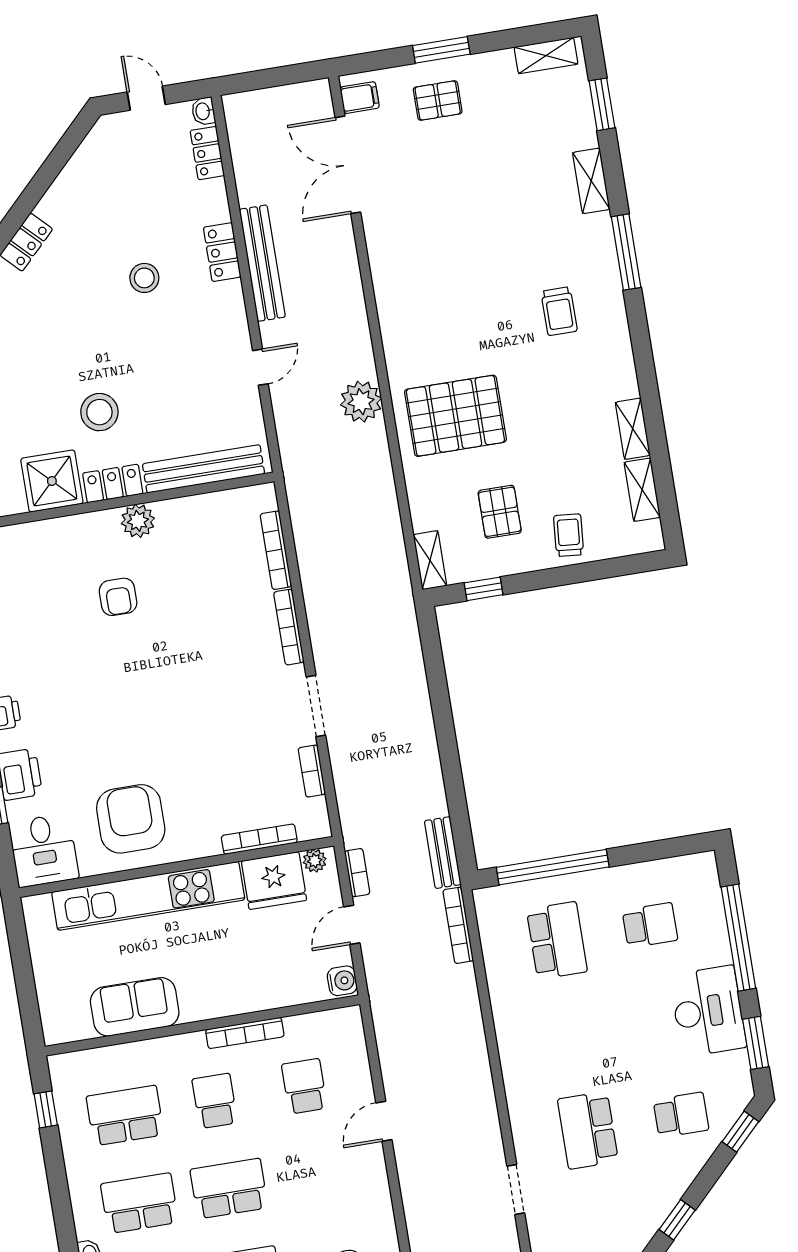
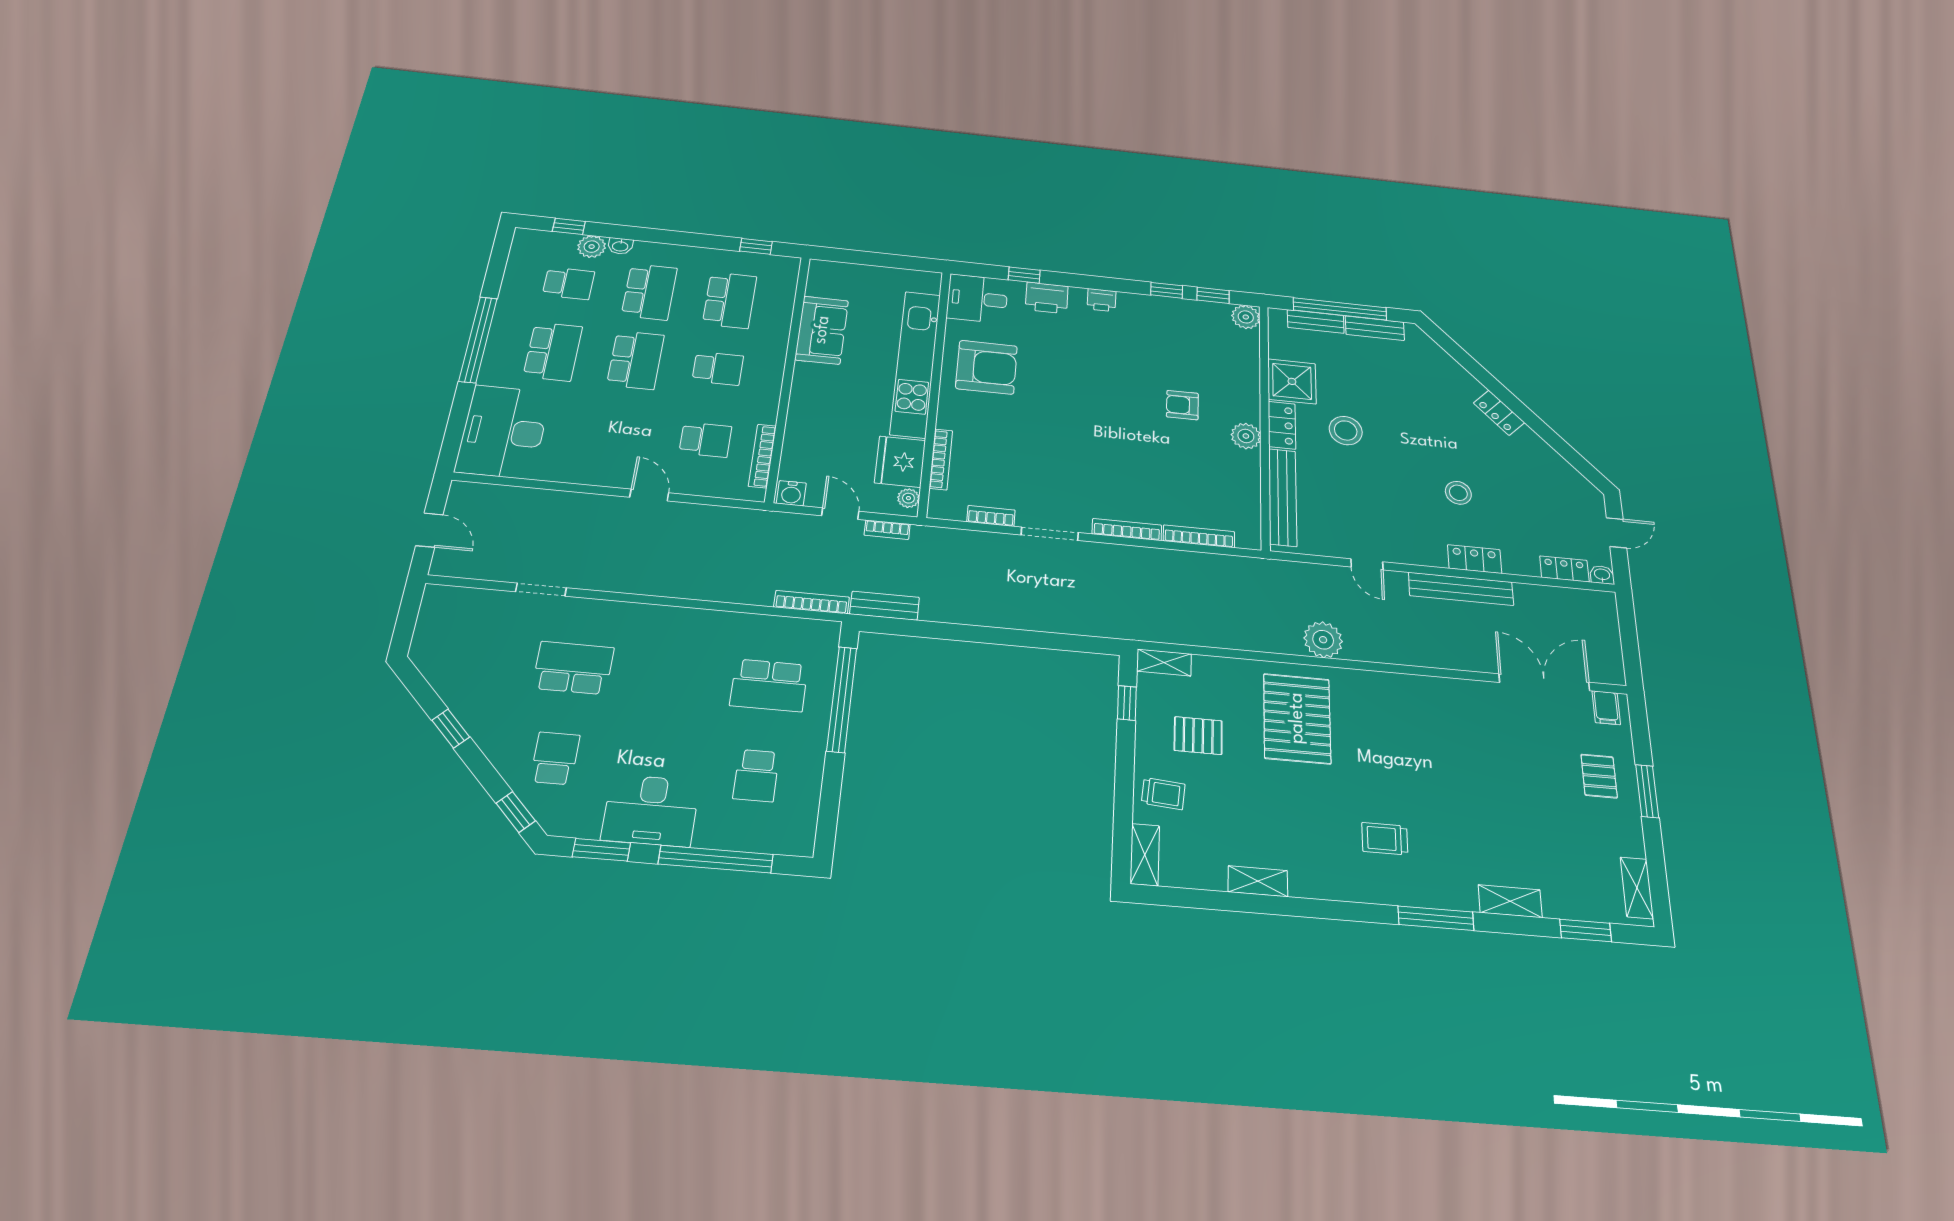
shelving: (642, 490) -> (1145, 855), moved, turned 90
bookcase: (245, 1033) -> (762, 456), moved
school desk: (681, 1115) -> (555, 758), turned 180

